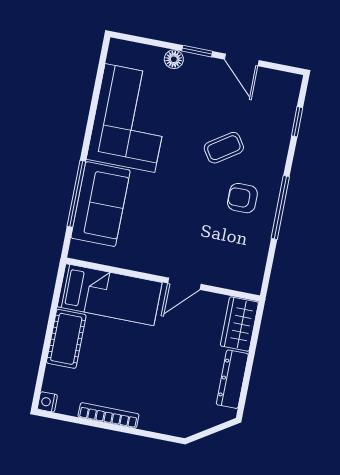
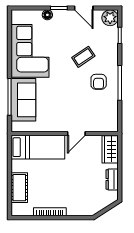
plant: (286, 87) -> (110, 18), added
armchair: (242, 198) -> (99, 82), turned -90
cot: (66, 339) -> (19, 188), moved
dresser: (232, 379) -> (112, 179), width x0.70
nightstand: (47, 402) -> (16, 211), removed

